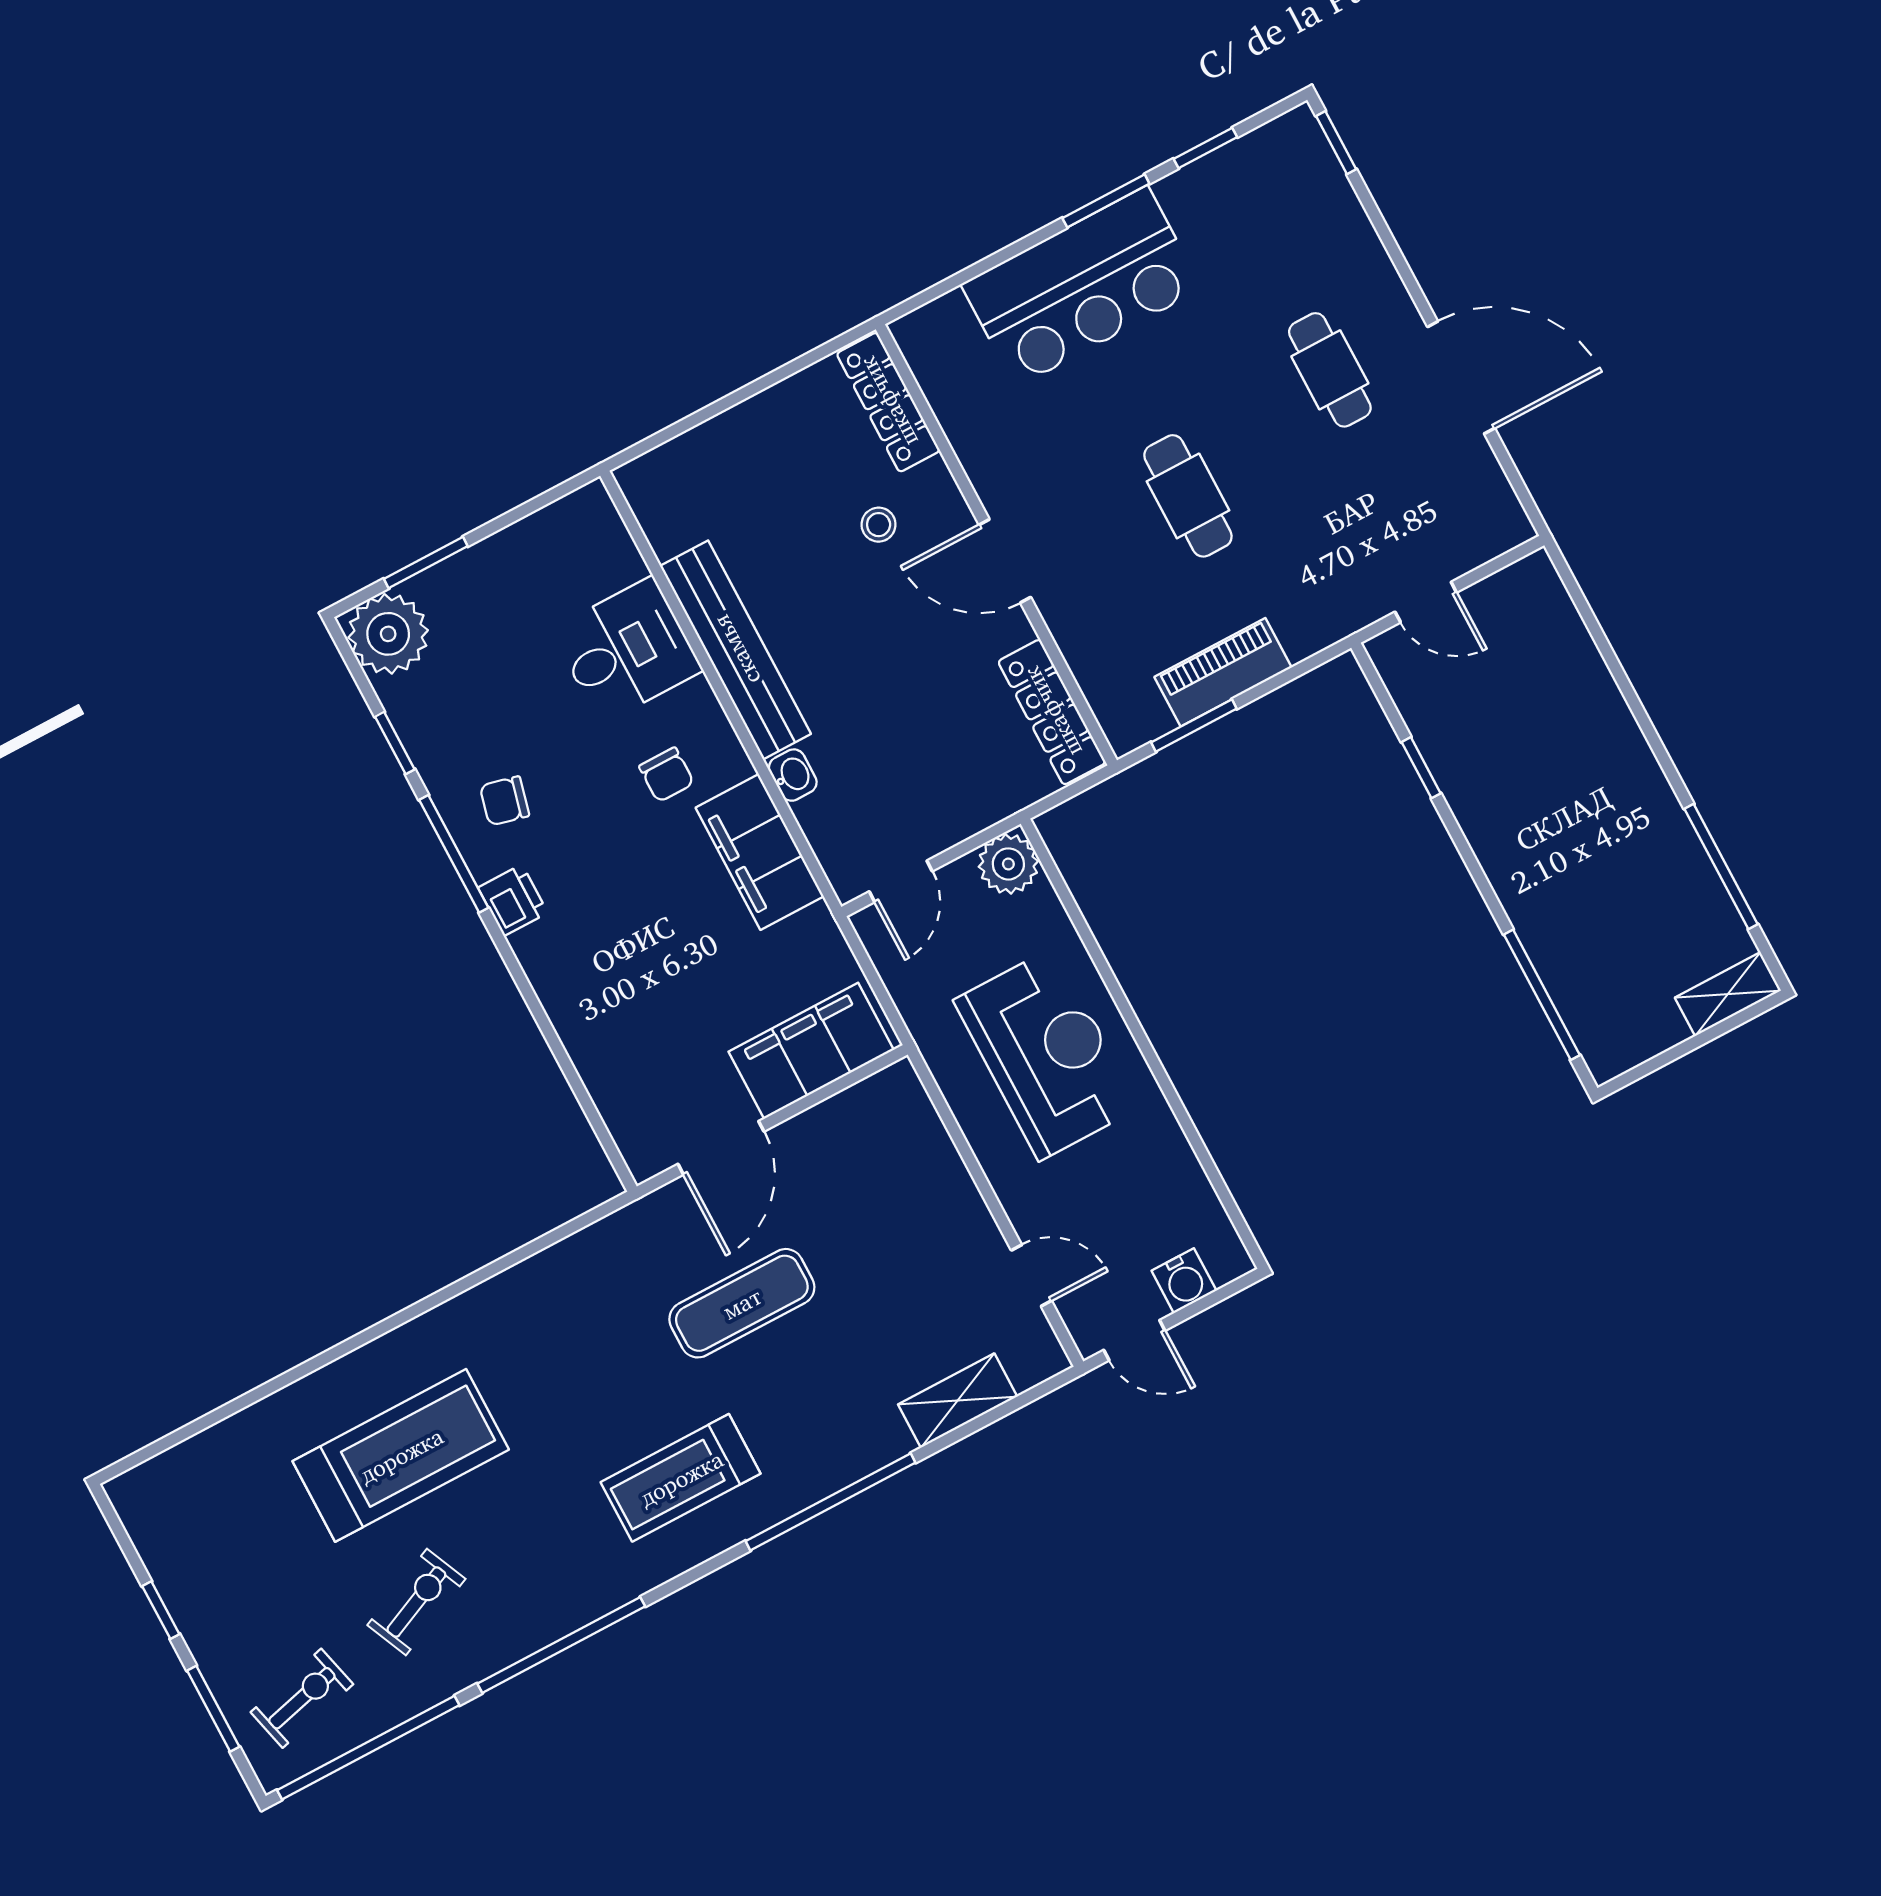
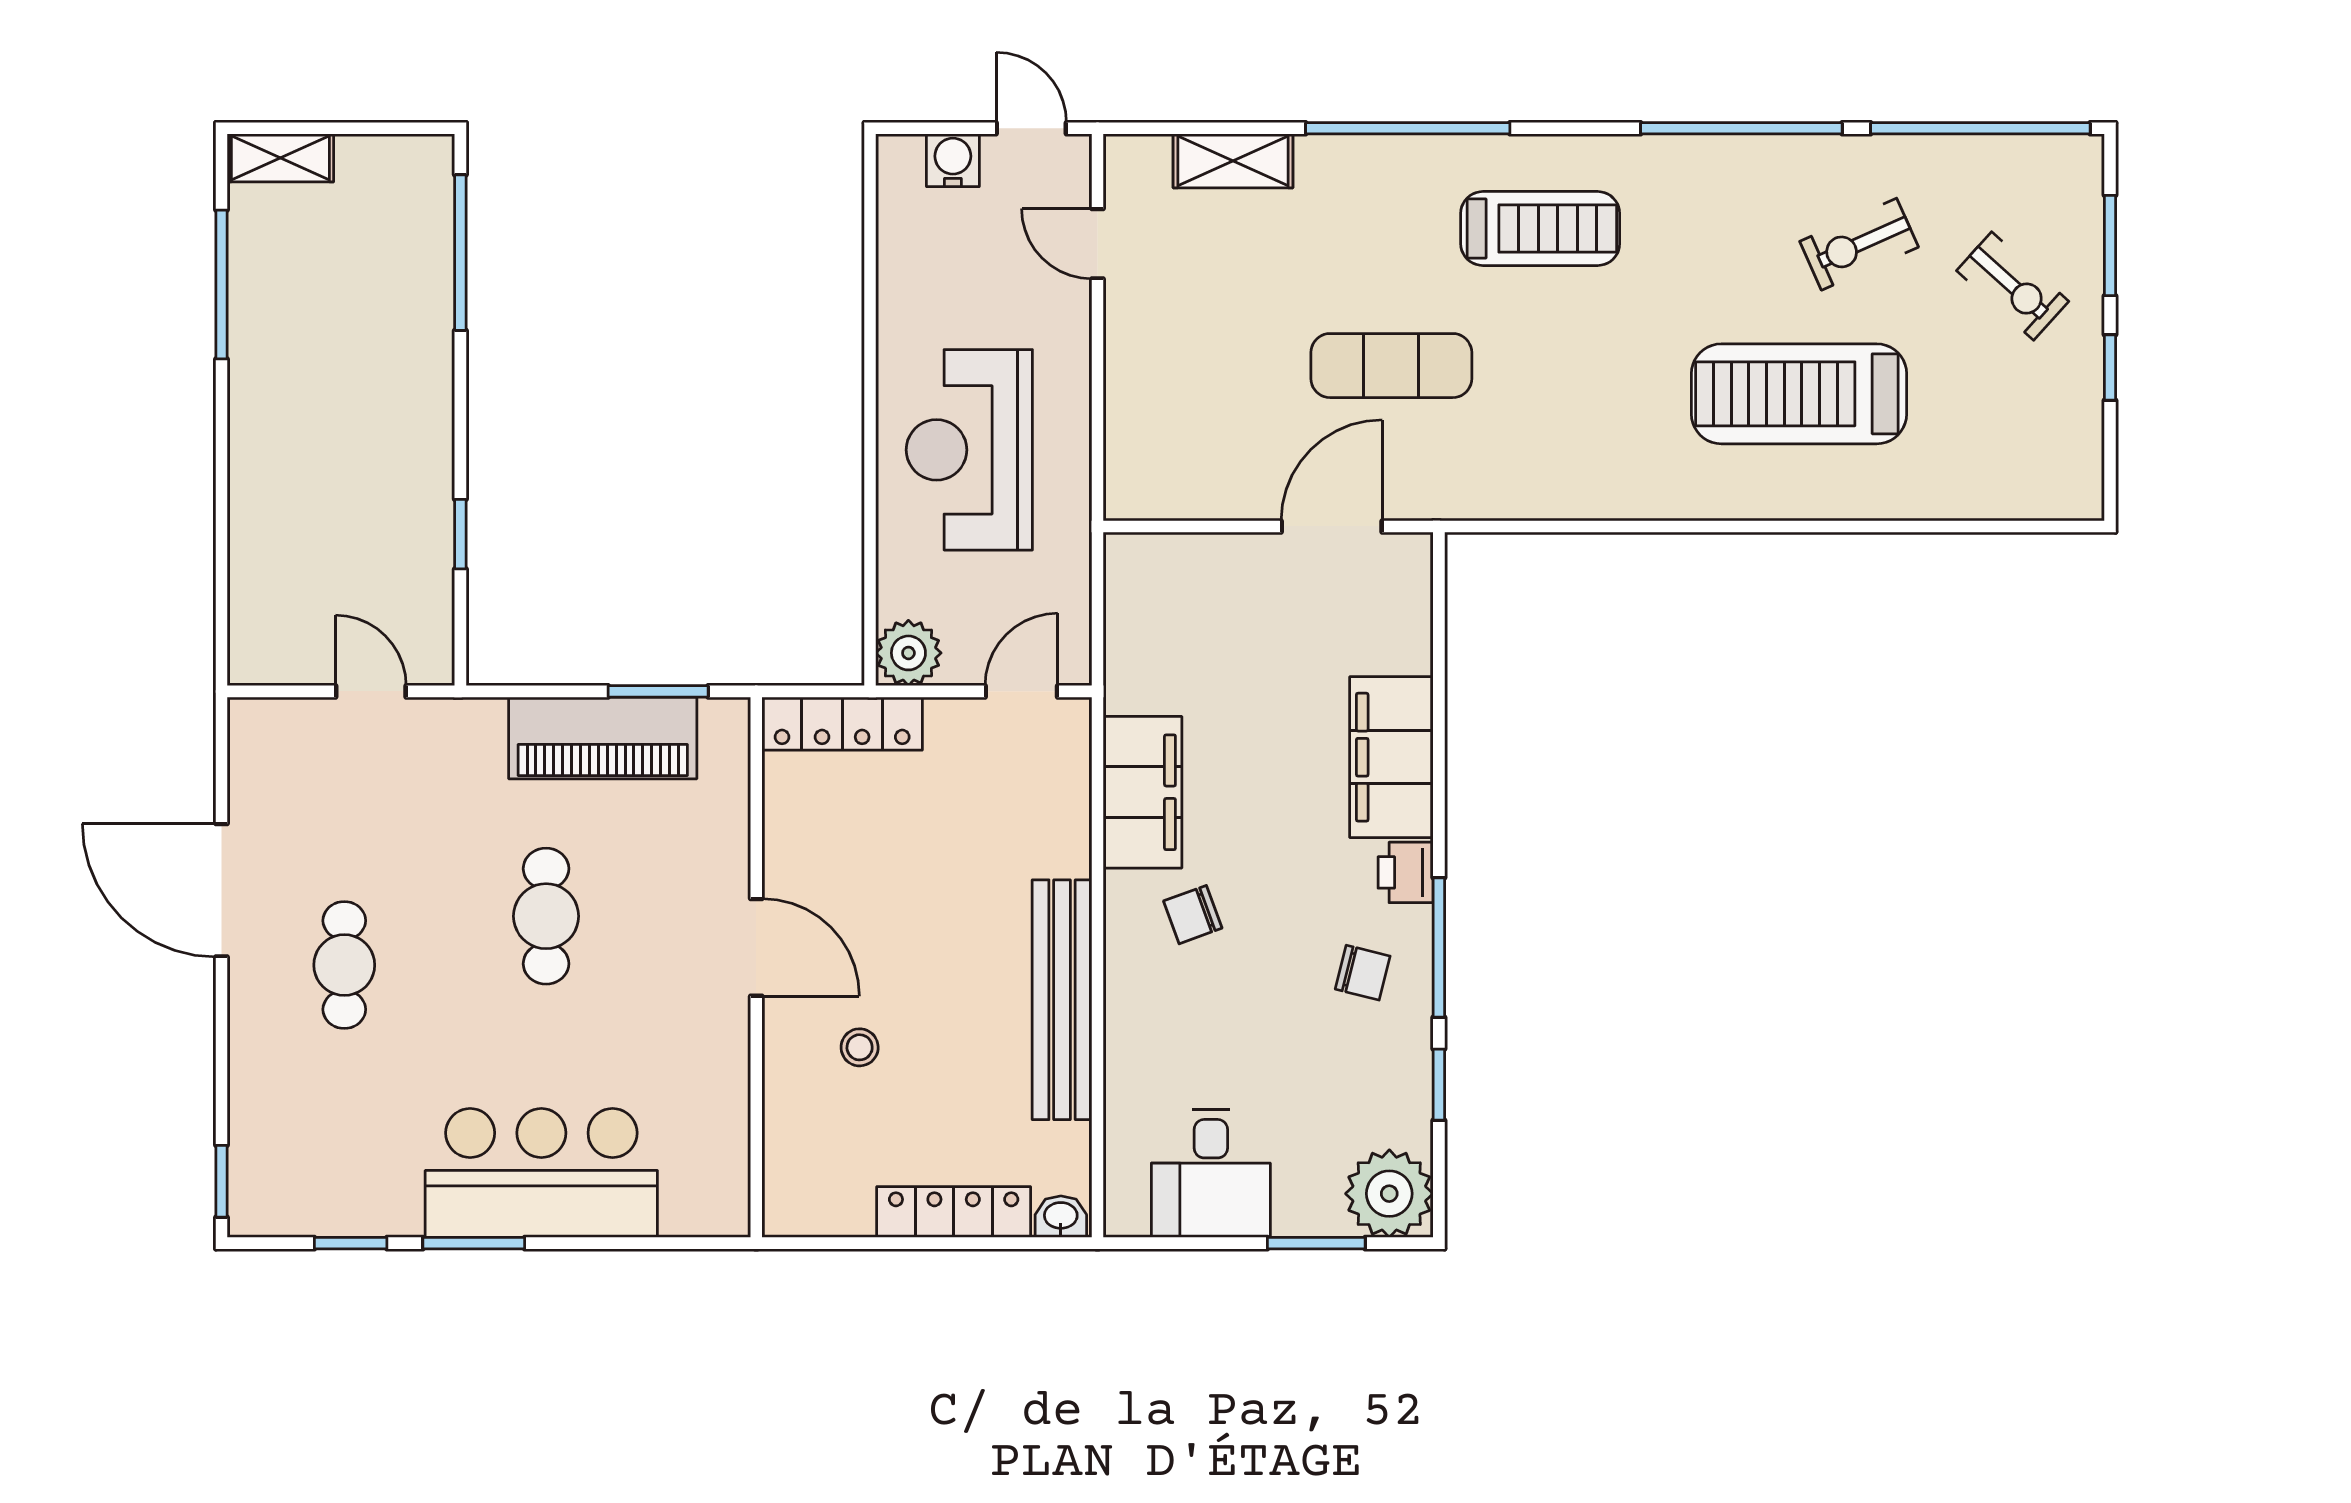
locker: (888, 402) -> (954, 1212), moved, turned -90
desk: (627, 650) -> (1211, 1173), moved, turned -90
piano: (1223, 672) -> (603, 738), width x1.37, depth x1.33
locker: (1052, 712) -> (842, 724), moved, turned 90
chair: (667, 775) -> (1193, 915), turned -110
washbasin: (793, 775) -> (1061, 1217), moved, turned 90
filing cabinet: (811, 1051) -> (1391, 757), moved, turned 90
exercise bike: (302, 1698) -> (2013, 286), moved, turned -124

